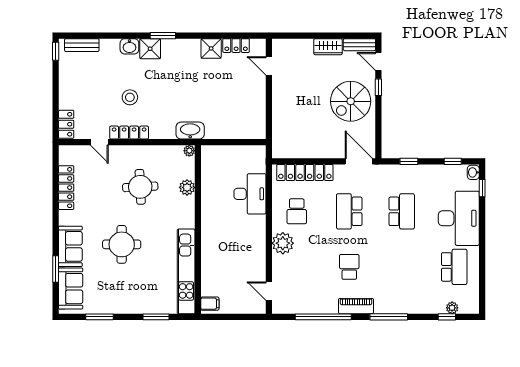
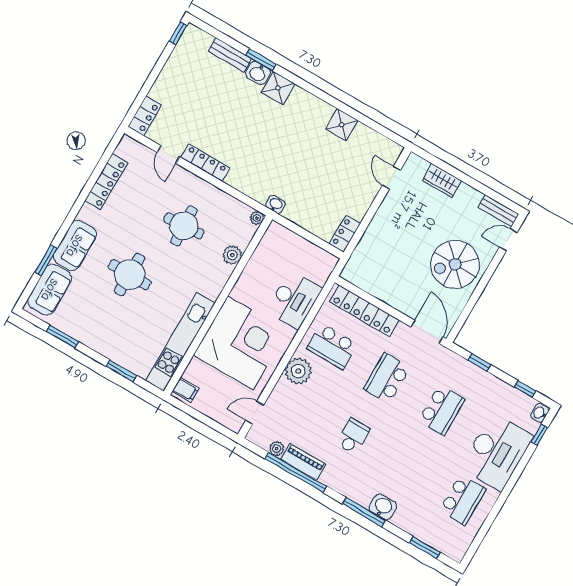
window: (163, 36) -> (261, 60), moved
bench: (82, 45) -> (230, 55), moved
locker: (236, 46) -> (345, 234), moved, turned 90
wardrobe: (328, 47) -> (442, 181), moved
door: (378, 61) -> (508, 240), hinge flipped
window: (378, 87) -> (493, 267), removed
stool: (130, 97) -> (227, 126), removed
washbasin: (190, 131) -> (275, 204), width x0.52, depth x0.69
school desk: (297, 211) -> (332, 346), width x1.85
corner desk: (229, 247) -> (240, 343), added
door: (269, 291) -> (255, 413), hinge flipped
washbasin: (400, 305) -> (383, 507), added
piano: (356, 306) -> (303, 462), moved
plant: (452, 308) -> (277, 449), moved
window: (447, 317) -> (425, 547), width x1.50

